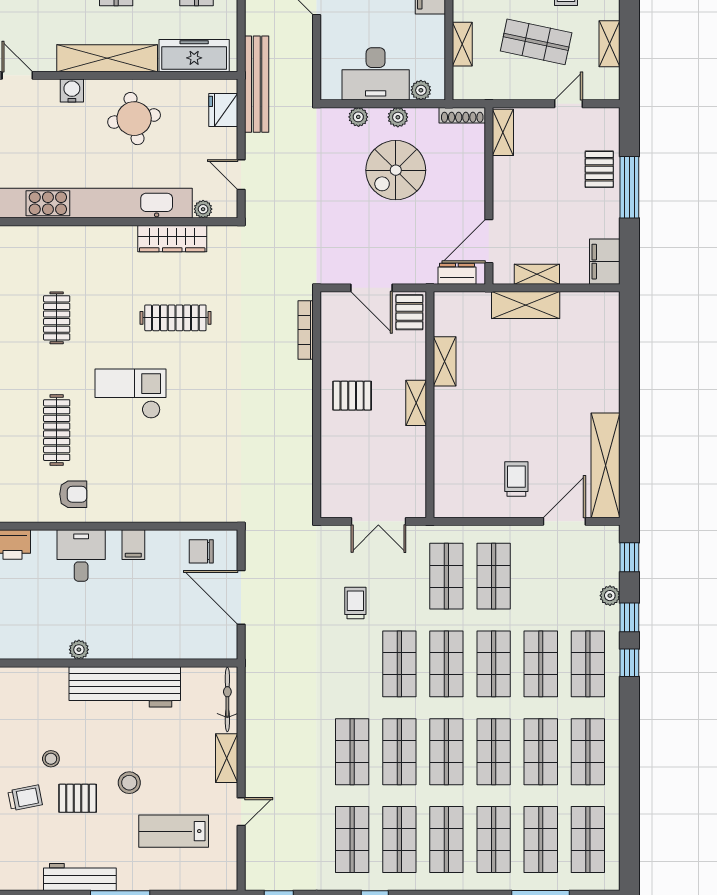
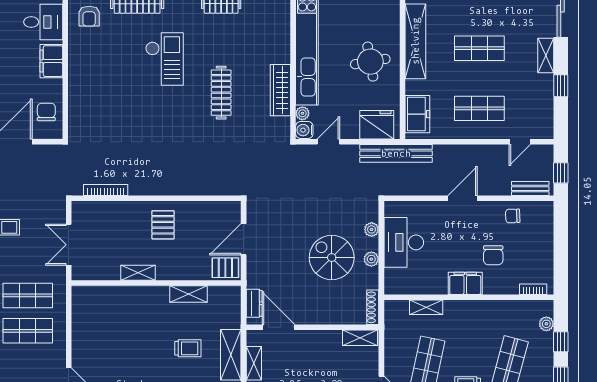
freezer: (194, 56) -> (417, 114), width x0.71
water cooler: (72, 90) -> (304, 130), moved, turned 180
plant: (421, 90) -> (392, 276), removed
fridge: (223, 110) -> (377, 125), width x1.36, depth x1.34
bookcase: (306, 330) -> (106, 190), moved
shelving: (416, 403) -> (138, 273), moved
trolley: (516, 479) -> (188, 348), moved
filing cabinet: (133, 545) -> (51, 61), width x2.00

